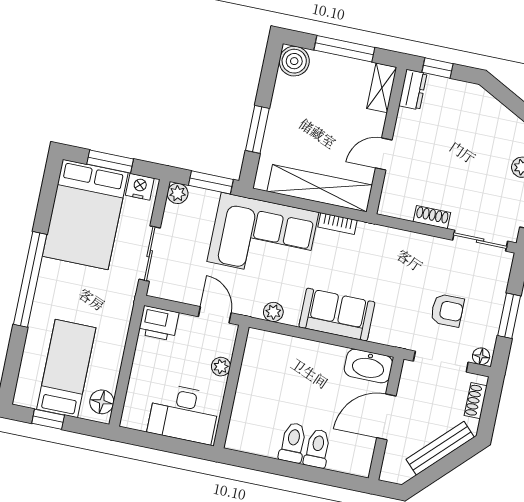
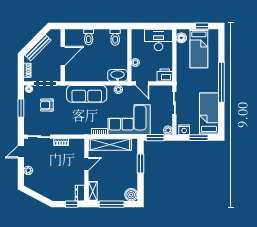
bed: (85, 215) -> (209, 114), width x0.67
sofa: (337, 315) -> (87, 94), width x1.36
washbasin: (368, 366) -> (118, 75), moved
desk: (184, 414) -> (158, 40), moved
toilet: (293, 443) -> (115, 37), moved

